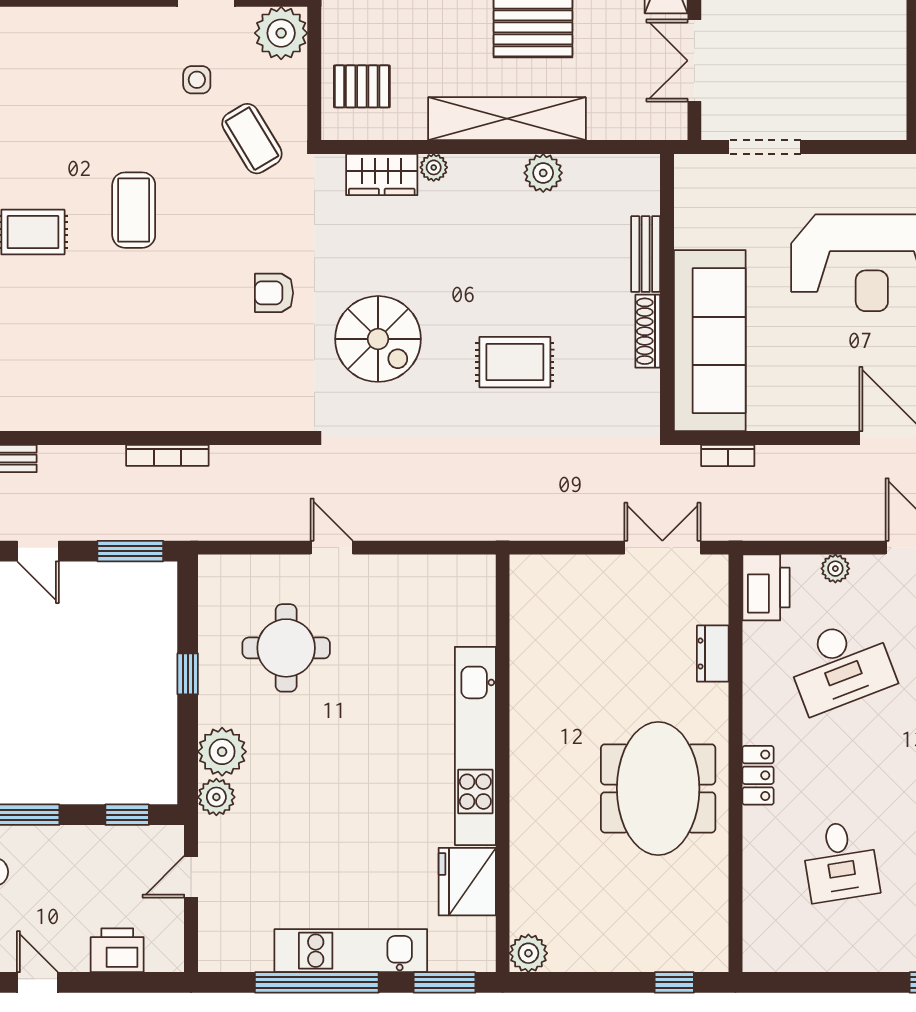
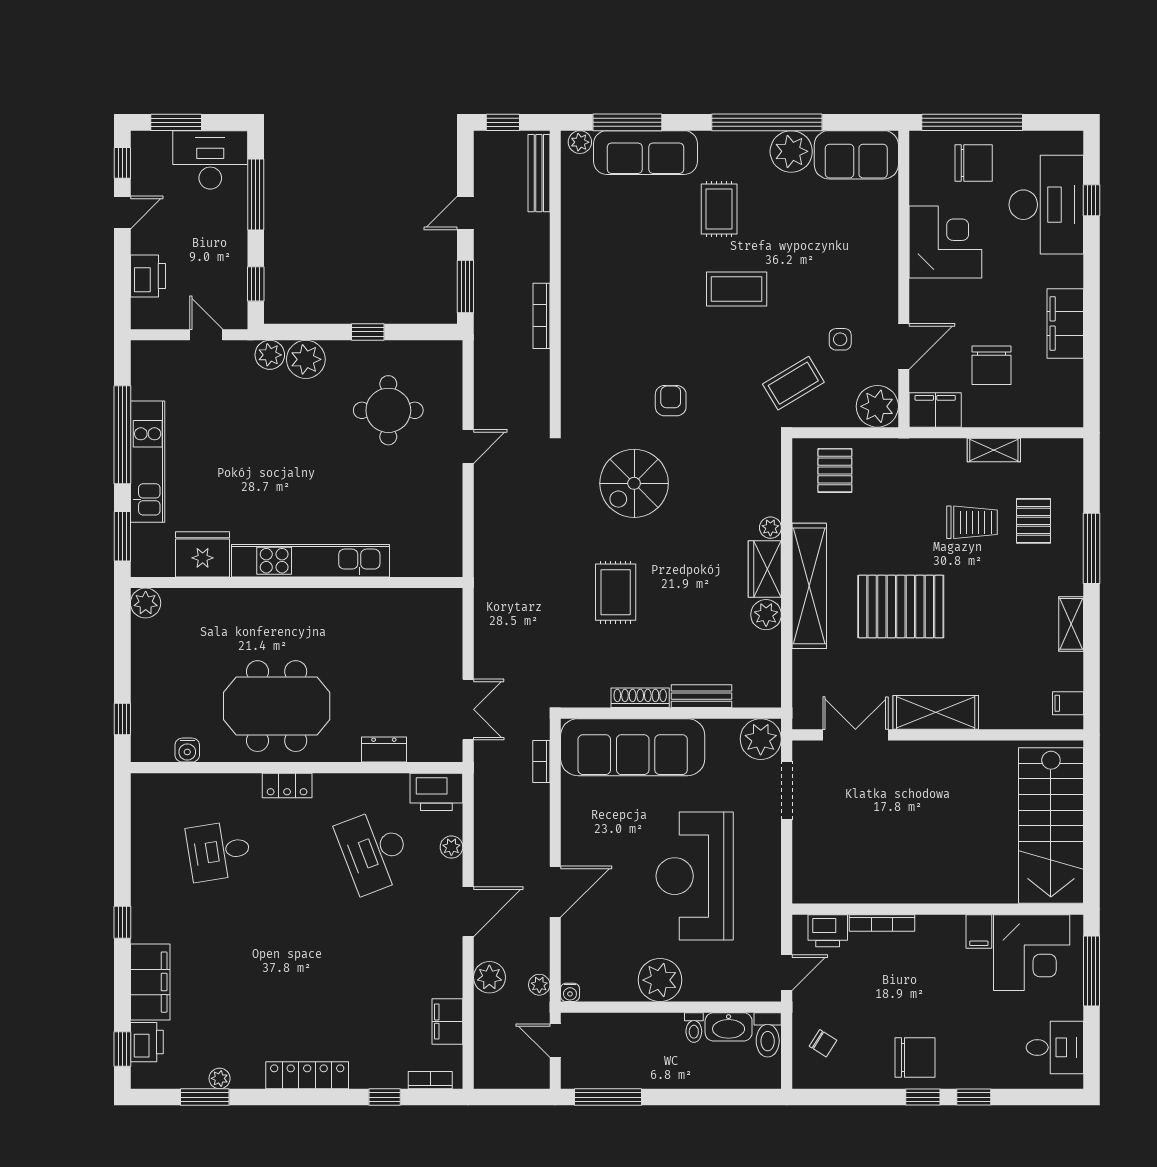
wardrobe: (382, 175) -> (765, 569), moved
plant: (700, 180) -> (761, 739), added
water cooler: (713, 901) -> (187, 750), added

